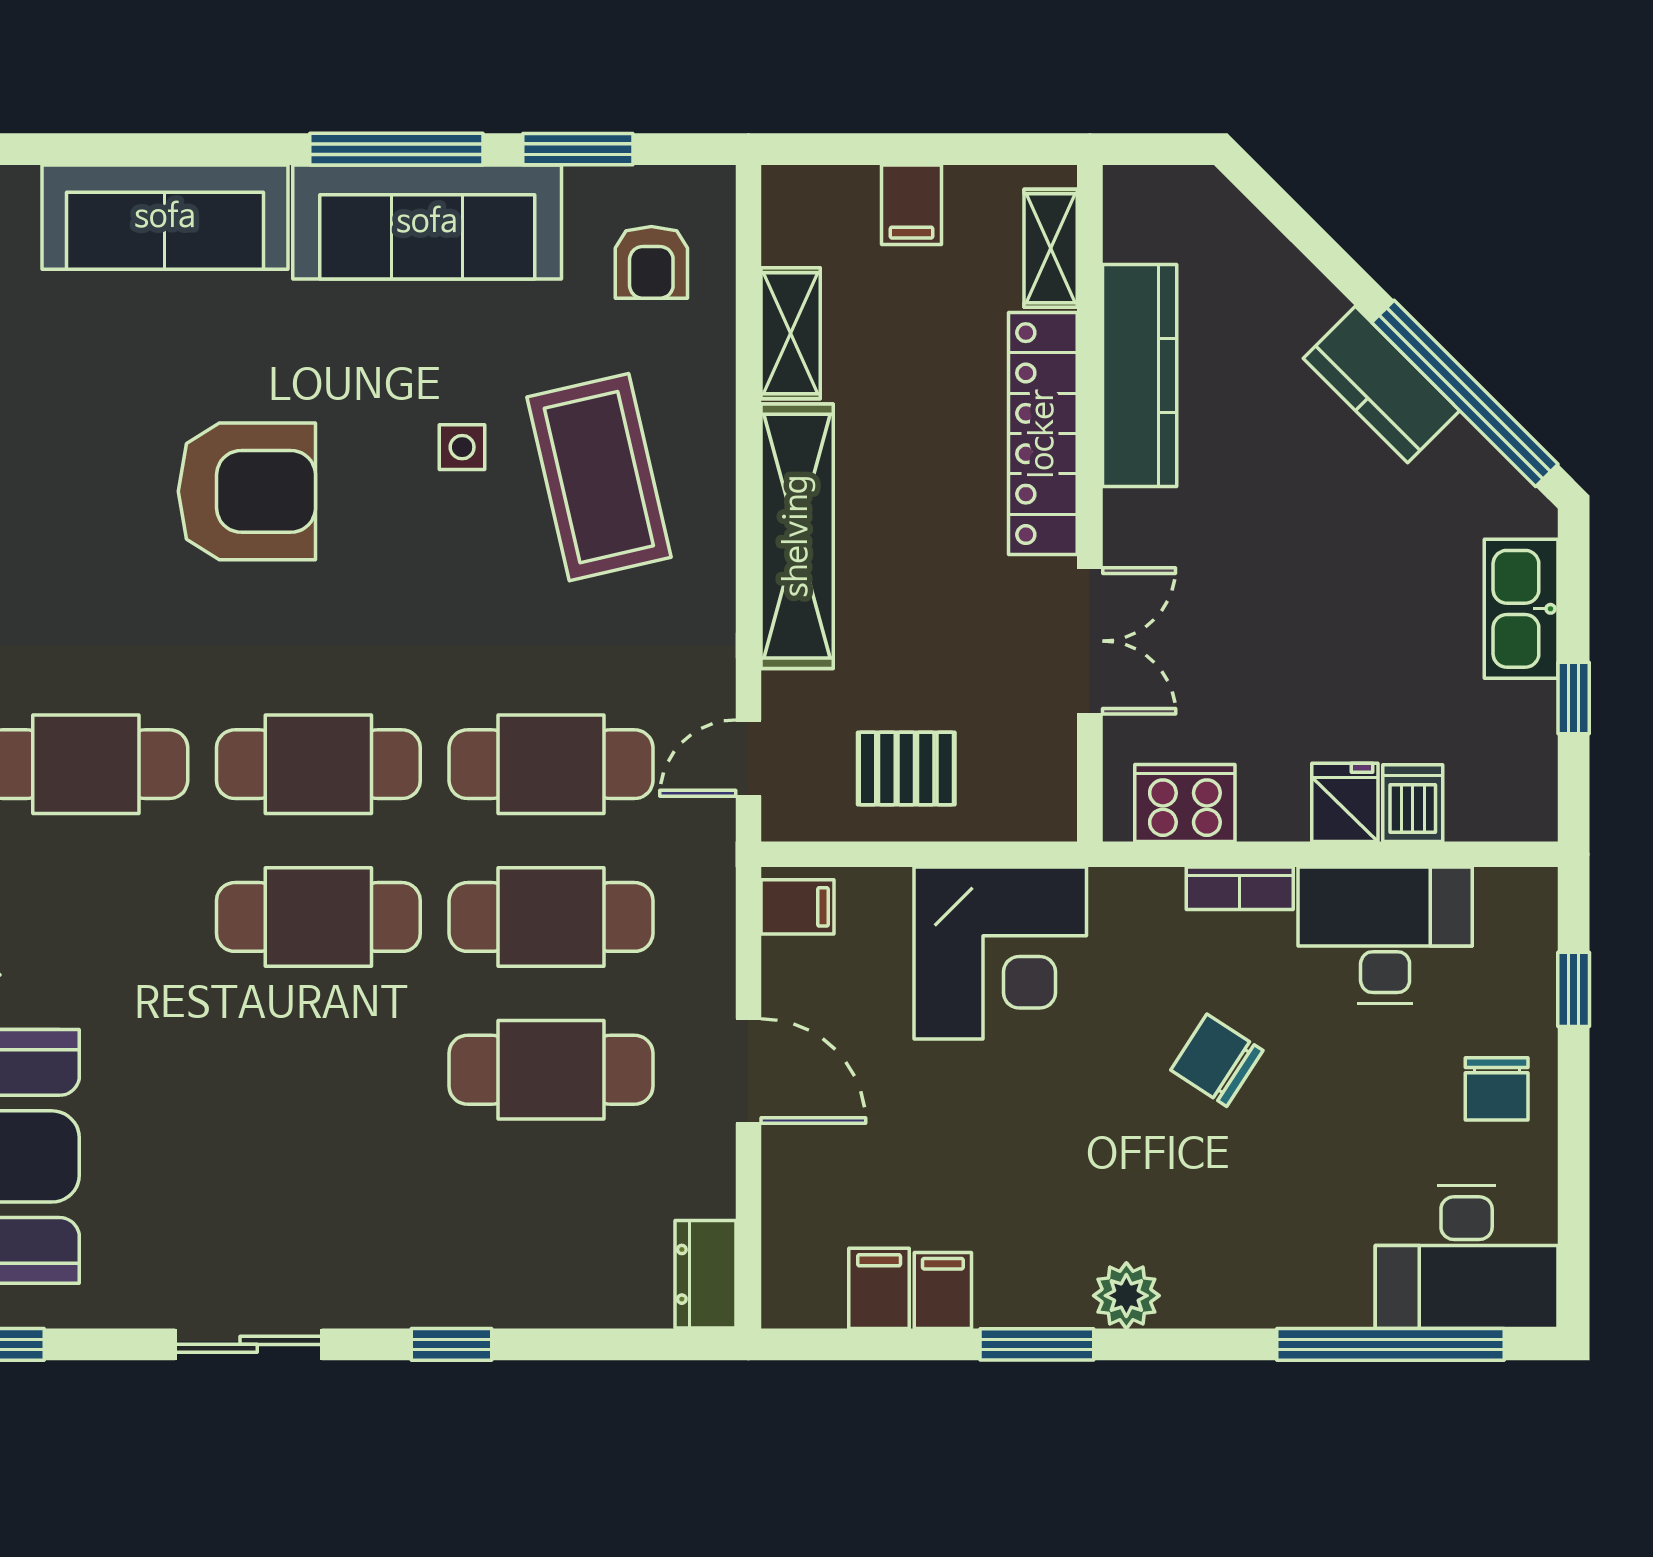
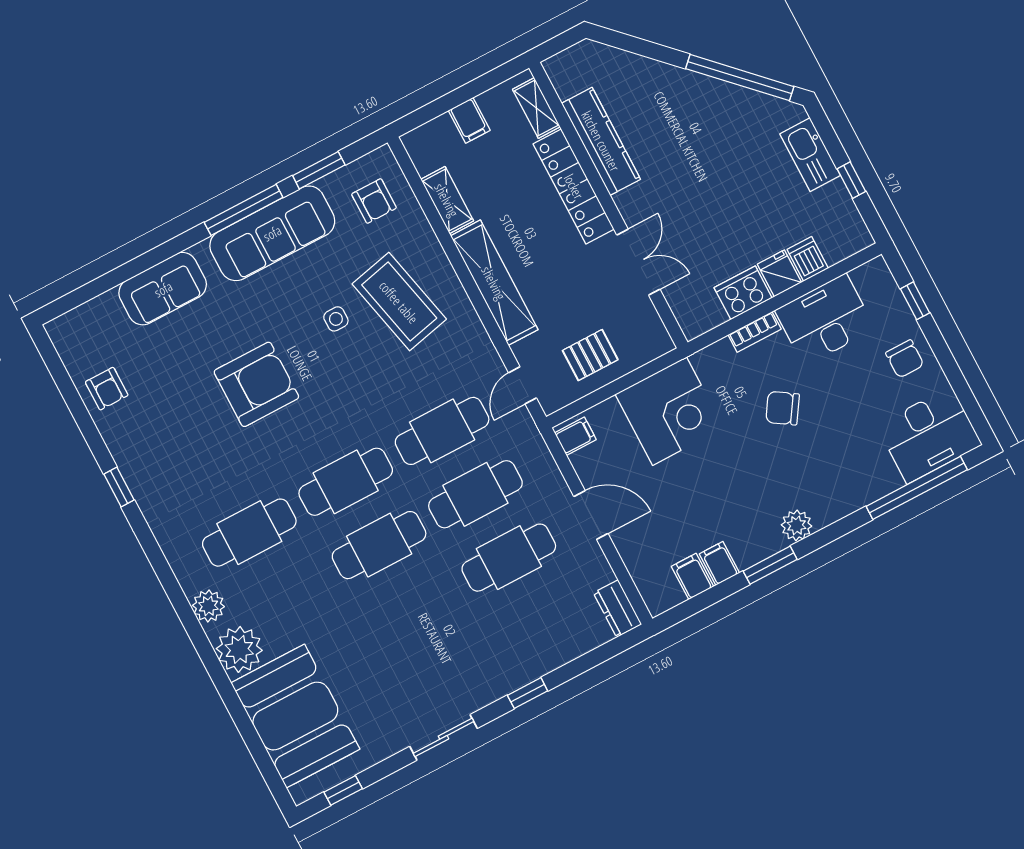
sofa: (165, 217) -> (163, 289), width x0.73
kitchen counter: (1382, 385) -> (703, 92), removed
cooker: (1185, 803) -> (743, 293), moved

